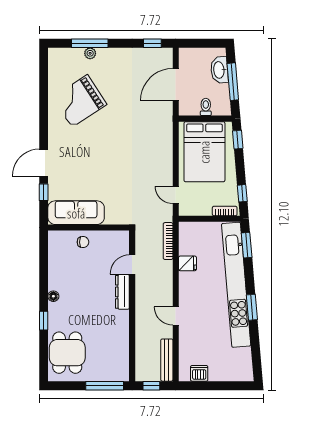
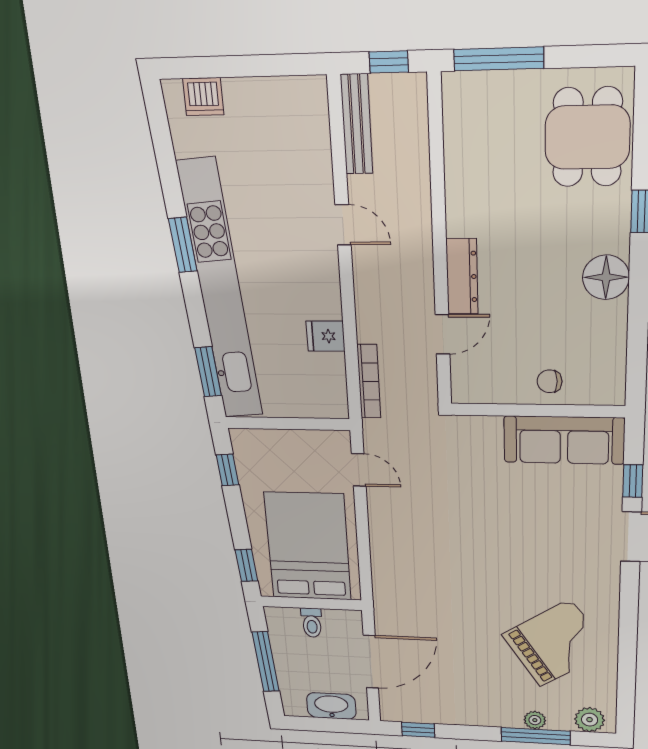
plant: (62, 55) -> (590, 720), added
washbasin: (219, 70) -> (331, 706), moved, turned -85
bookcase: (225, 211) -> (259, 438), removed
floor lamp: (53, 296) -> (606, 277), width x1.89, depth x1.89
dishwasher: (199, 373) -> (203, 97), moved

